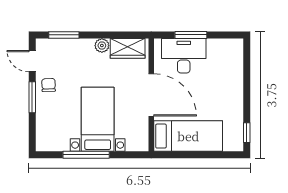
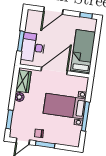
door: (247, 80) -> (53, 11), added

